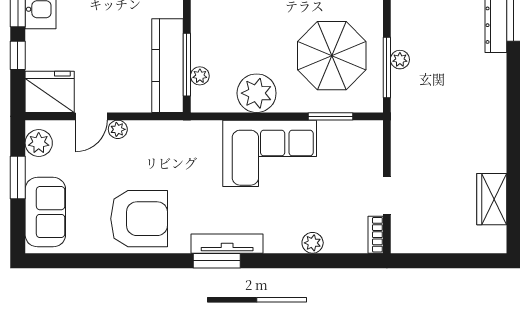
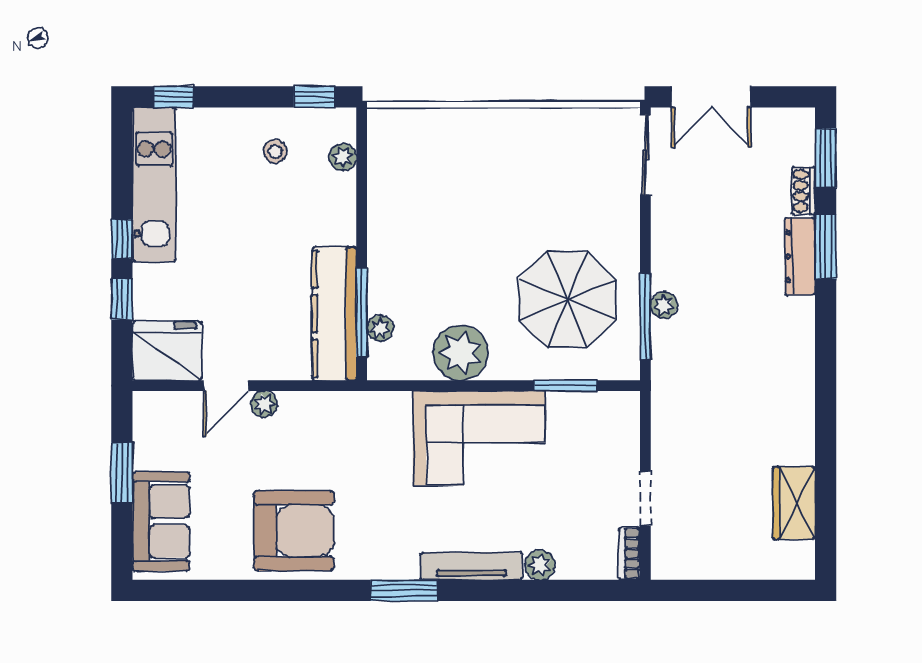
plant: (39, 143) -> (152, 424), removed
tv unit: (227, 244) -> (471, 566), moved

